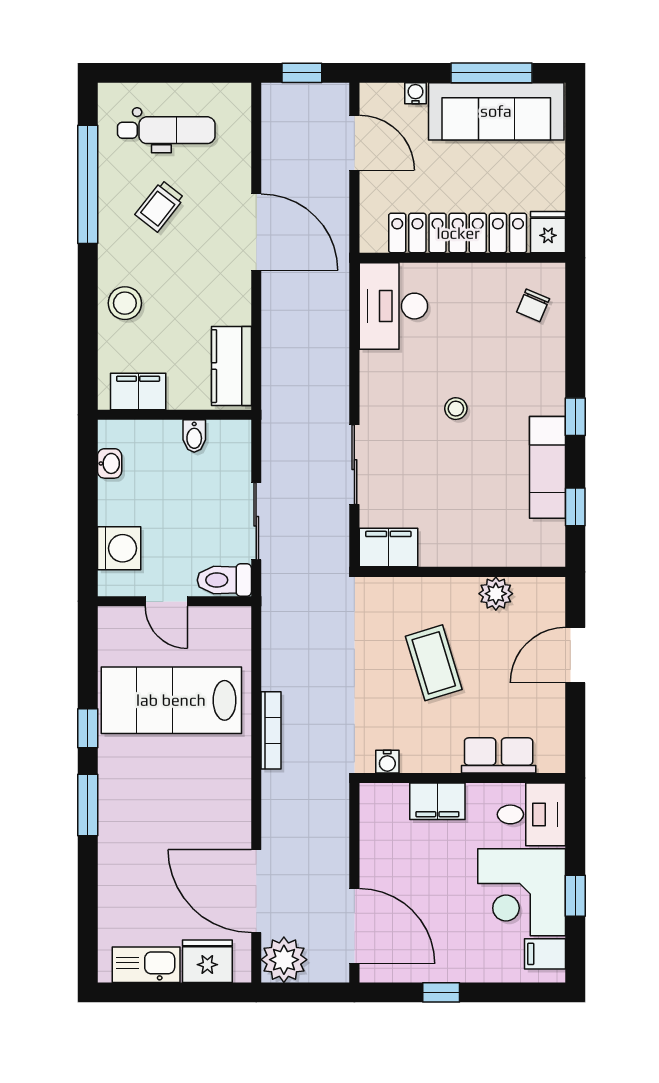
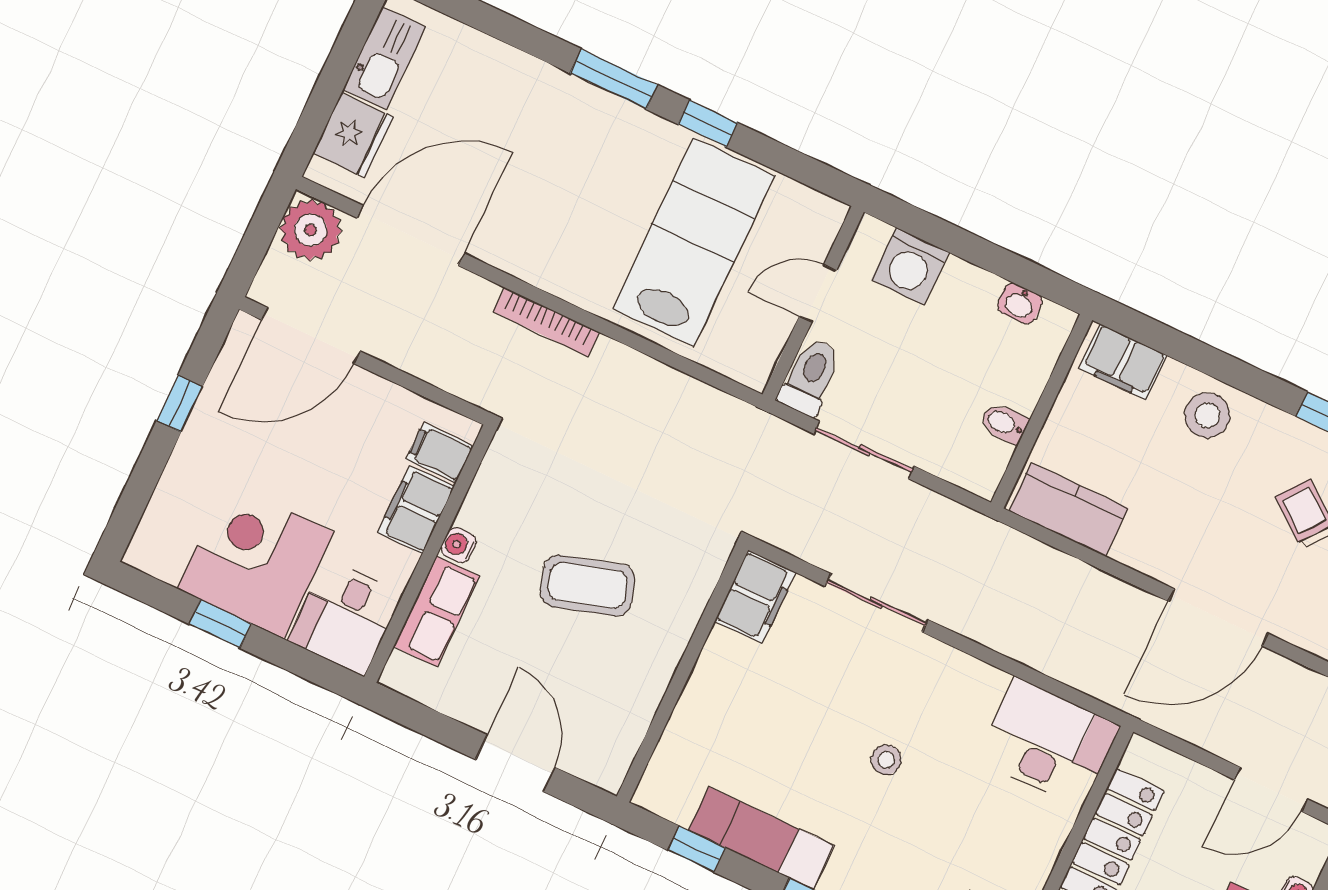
filing cabinet: (138, 392) -> (1123, 362), moved, turned 90
plant: (496, 594) -> (637, 702), removed
bookcase: (271, 730) -> (546, 322), moved
water cooler: (387, 762) -> (459, 545), moved
filing cabinet: (545, 954) -> (440, 453), moved, turned -90

